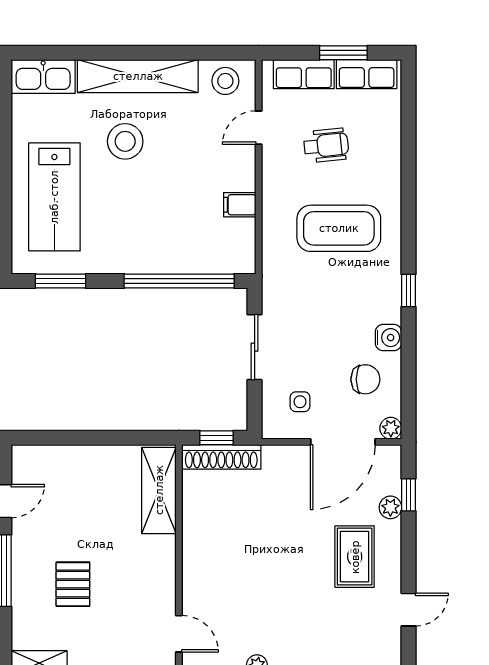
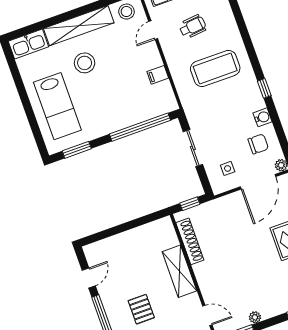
shoe rack: (221, 457) -> (190, 241), moved, turned -90
shelving: (159, 490) -> (179, 271), moved

